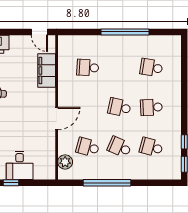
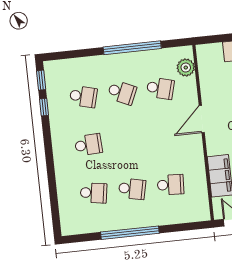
school desk: (120, 107) -> (132, 189), moved

